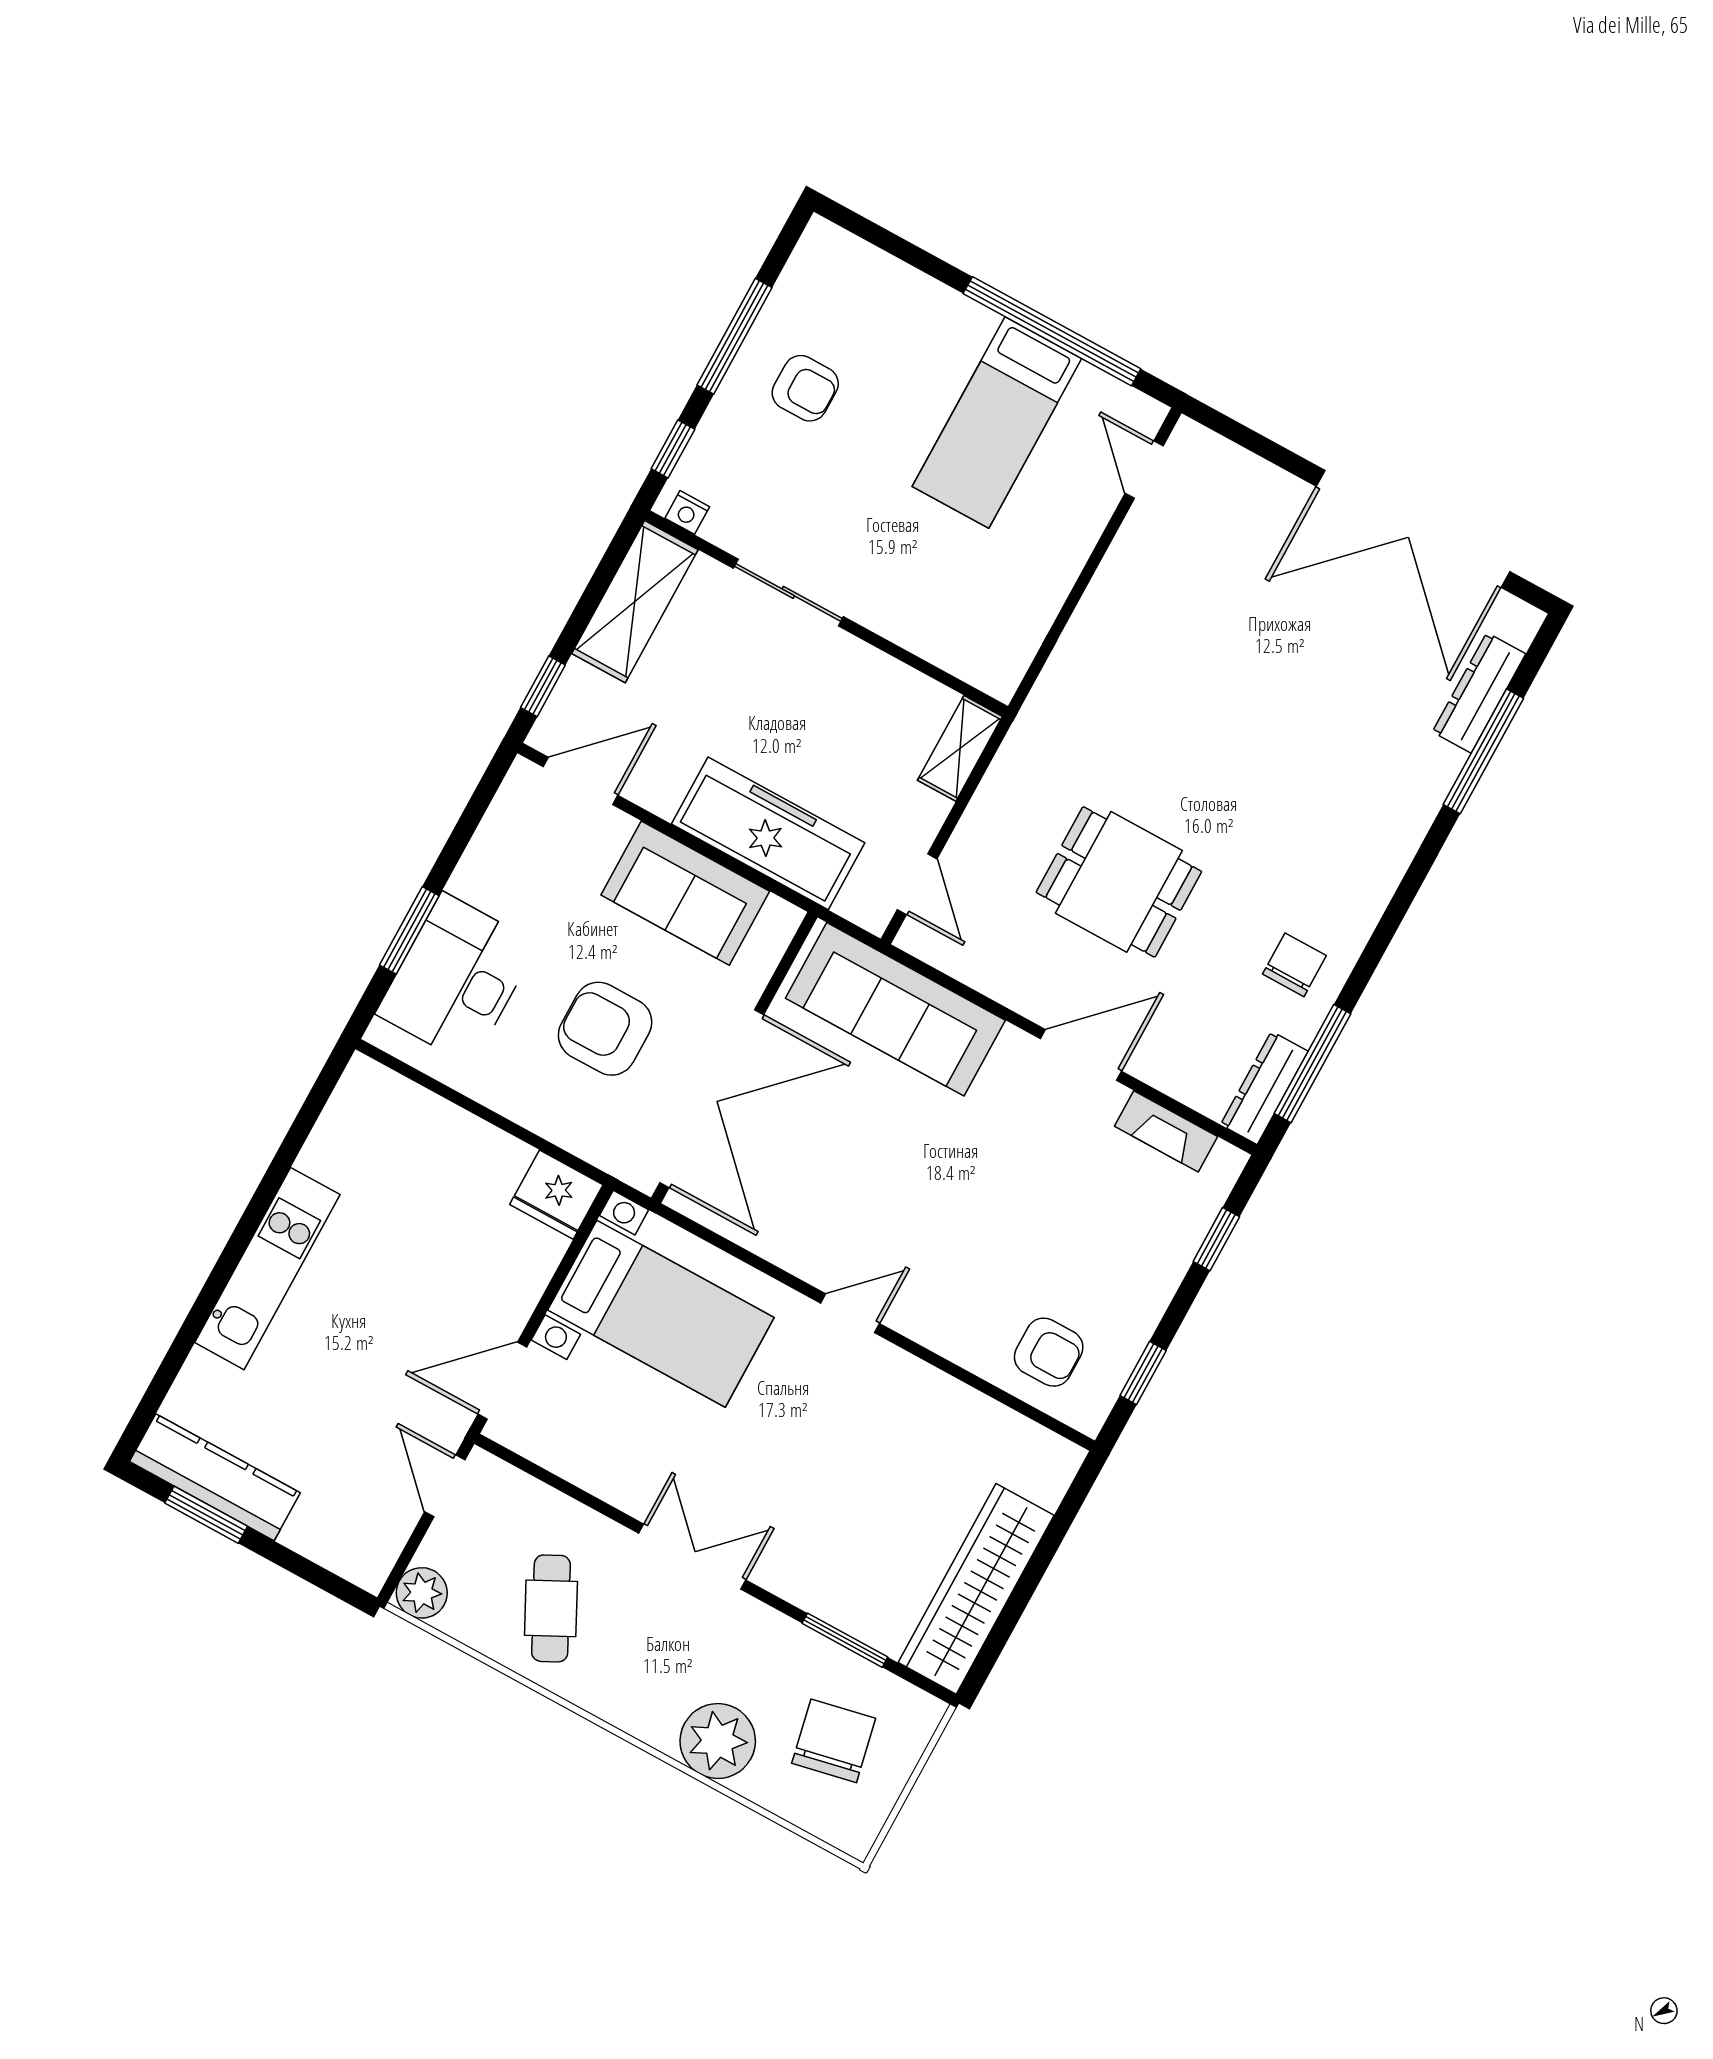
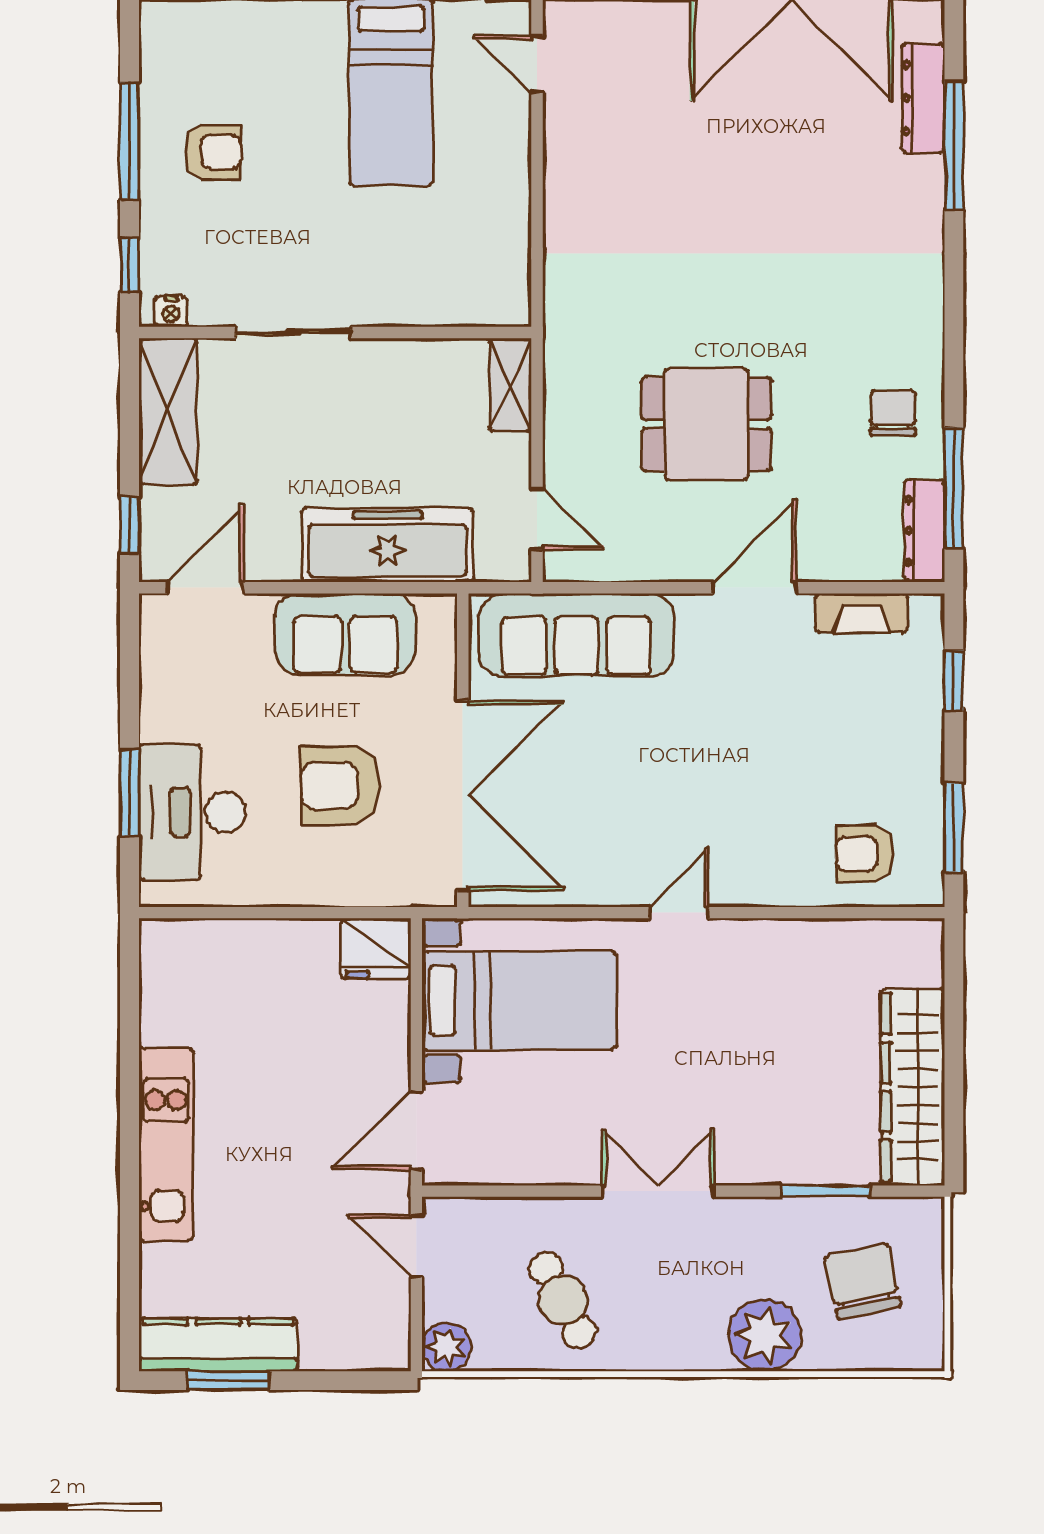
armchair: (1049, 1352) -> (864, 854), turned 180
window: (1143, 1373) -> (954, 828), width x1.50

